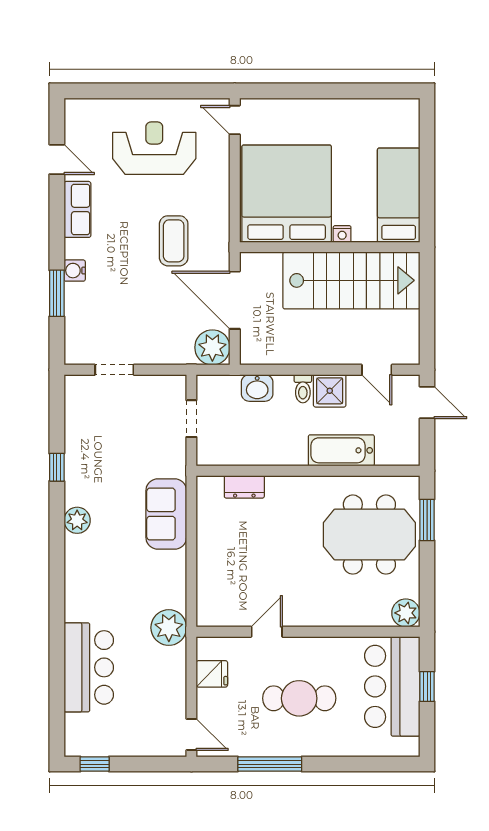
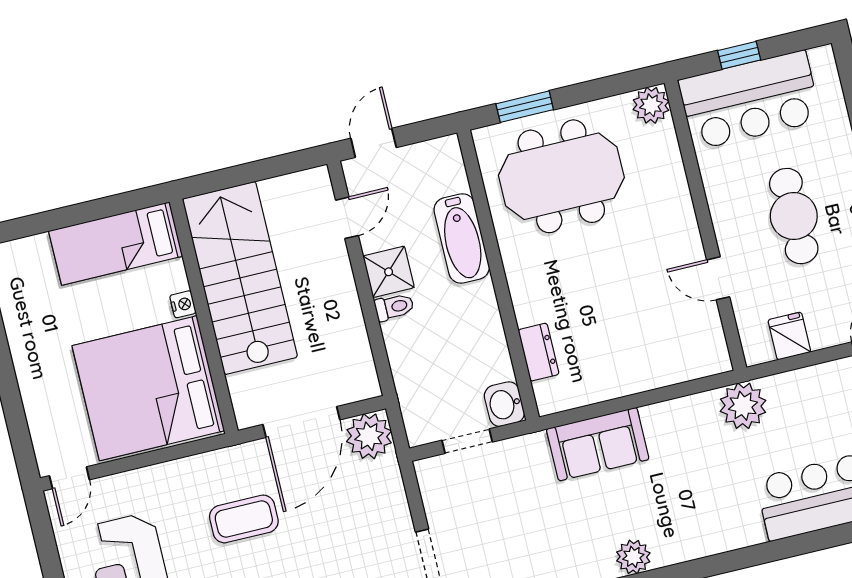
washbasin: (257, 388) -> (504, 404), moved, turned 180
meeting table: (369, 535) -> (561, 176), turned 90

